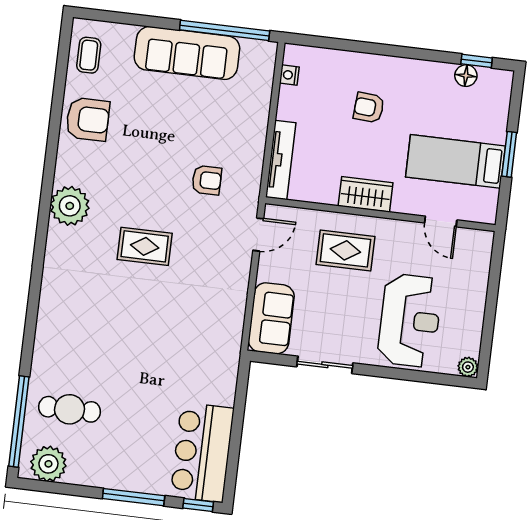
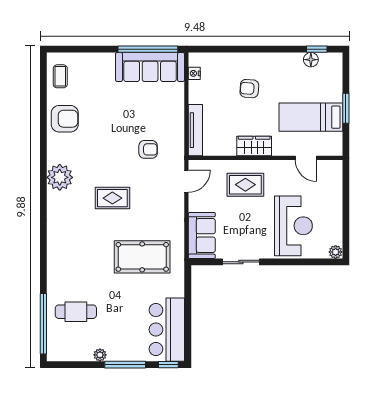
sofa: (187, 53) -> (150, 67), moved
pool table: (178, 340) -> (142, 257), added
plant: (48, 464) -> (100, 355), moved, width x0.53, depth x0.53

